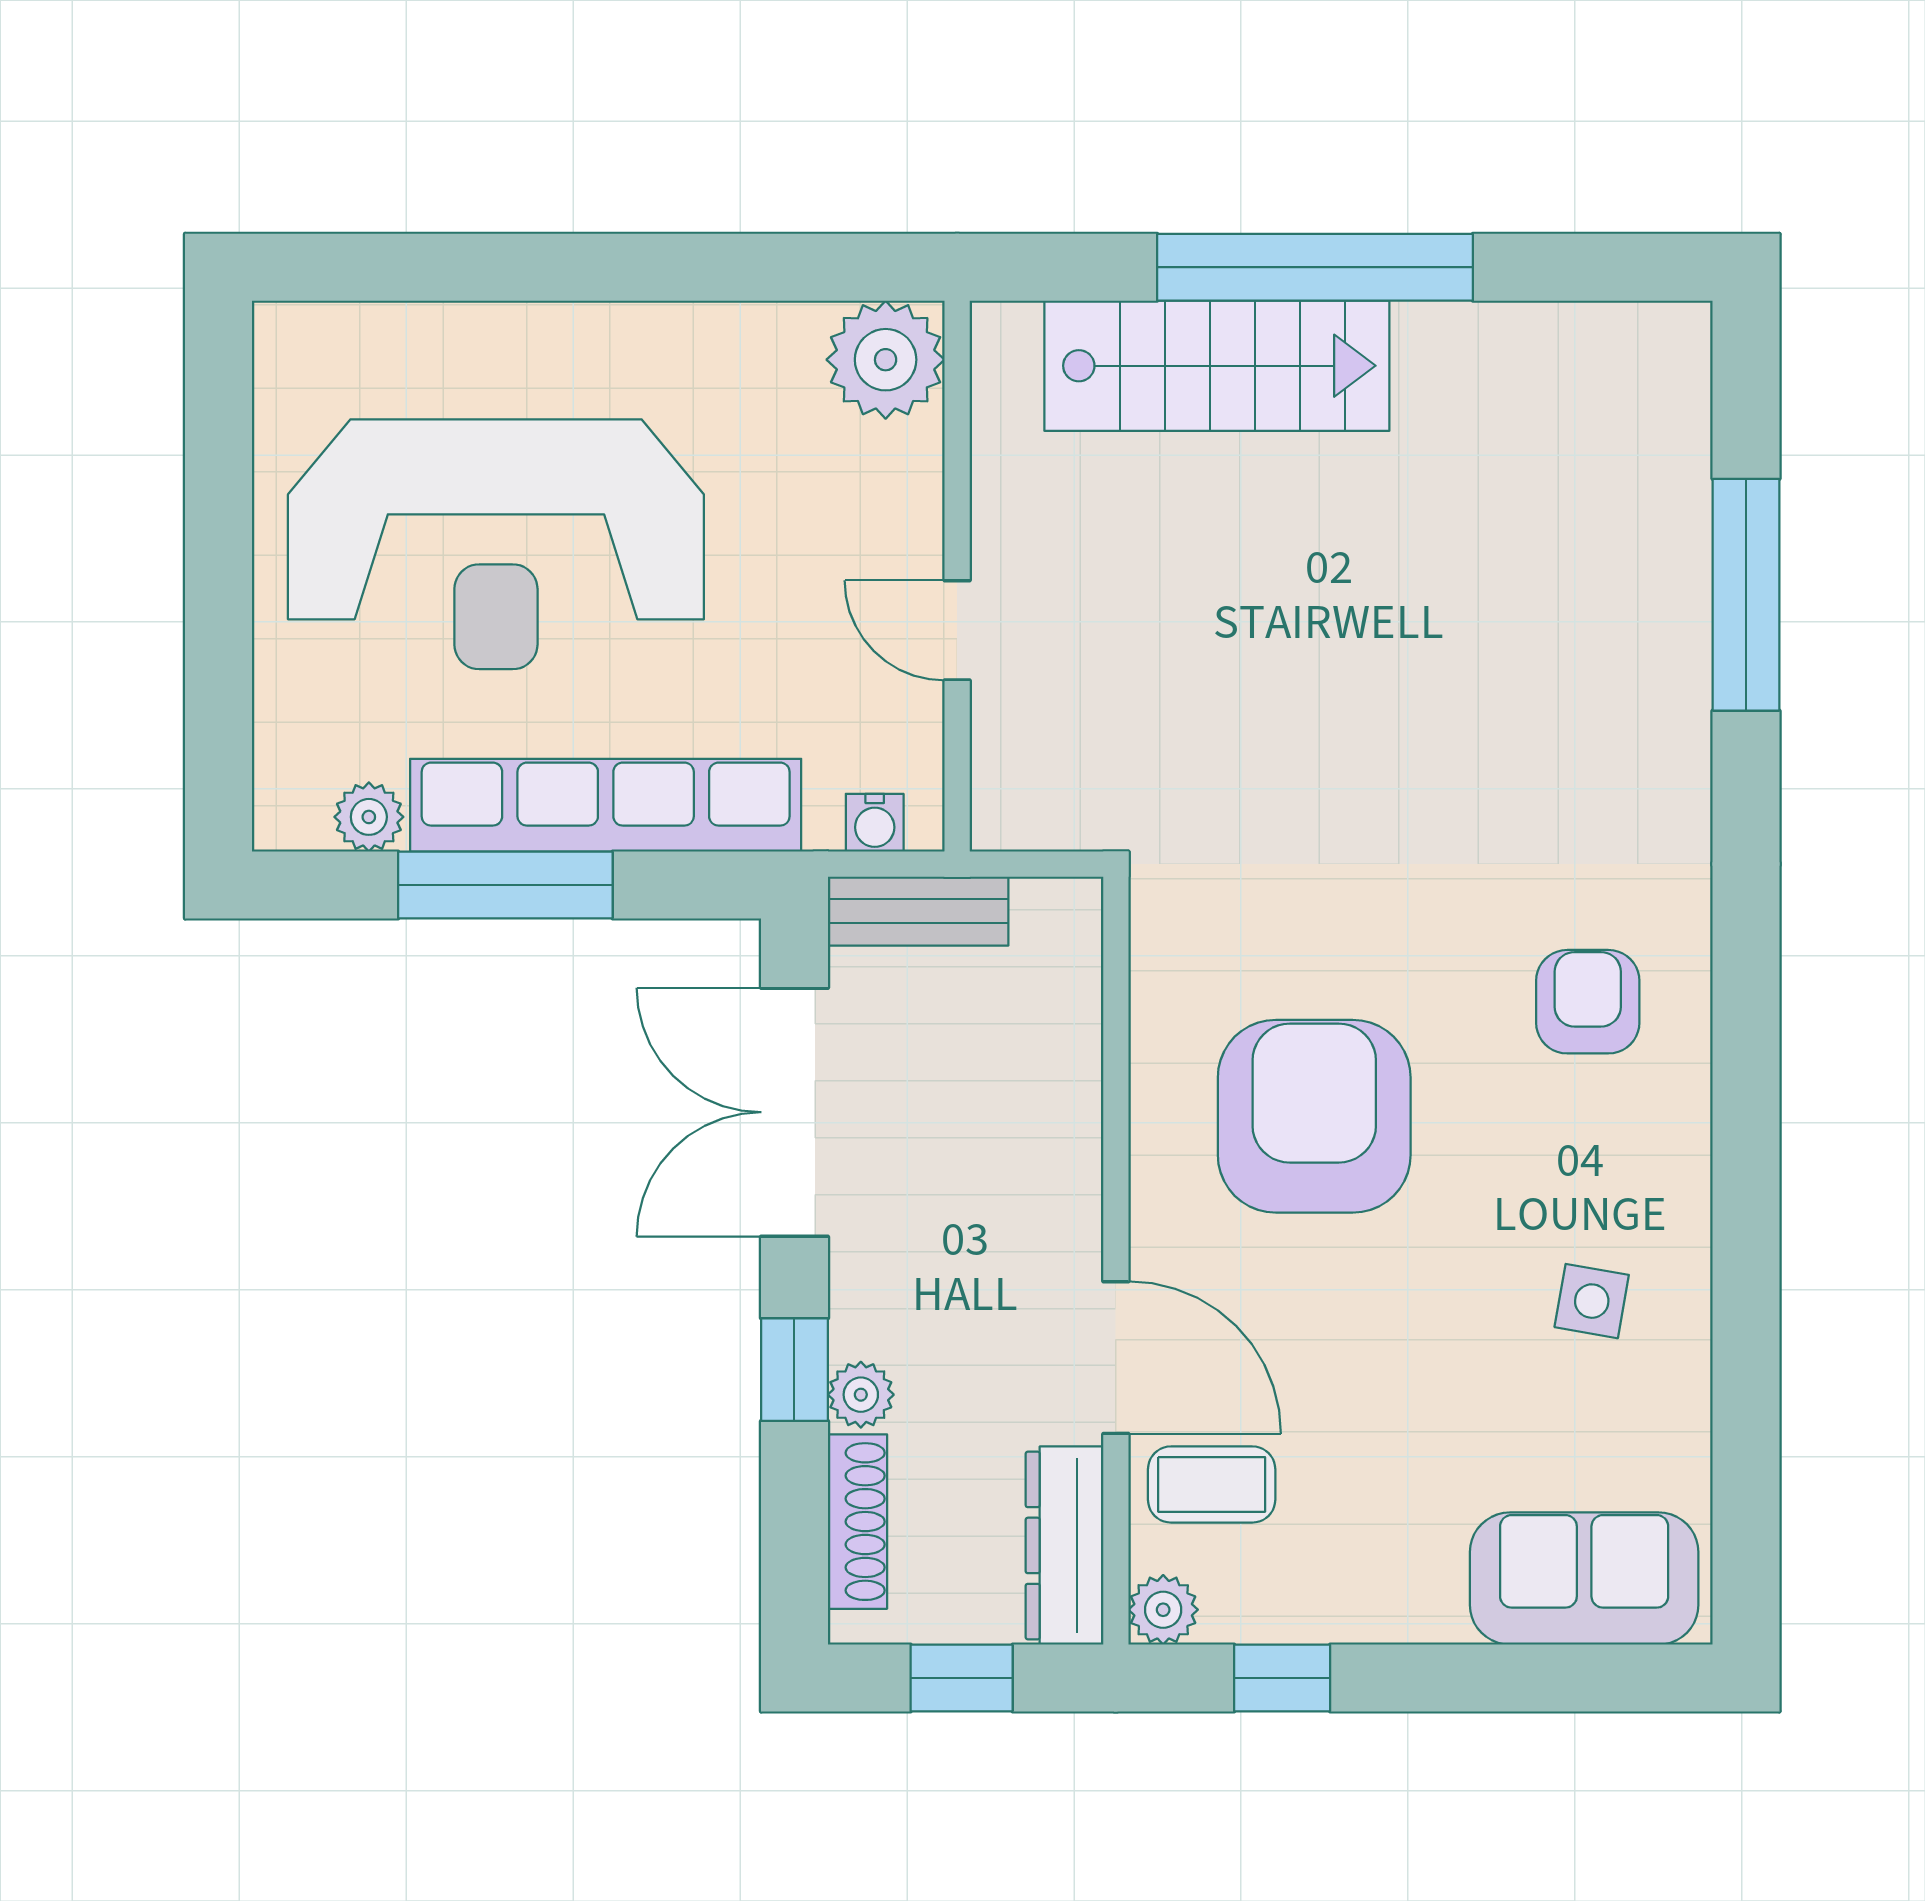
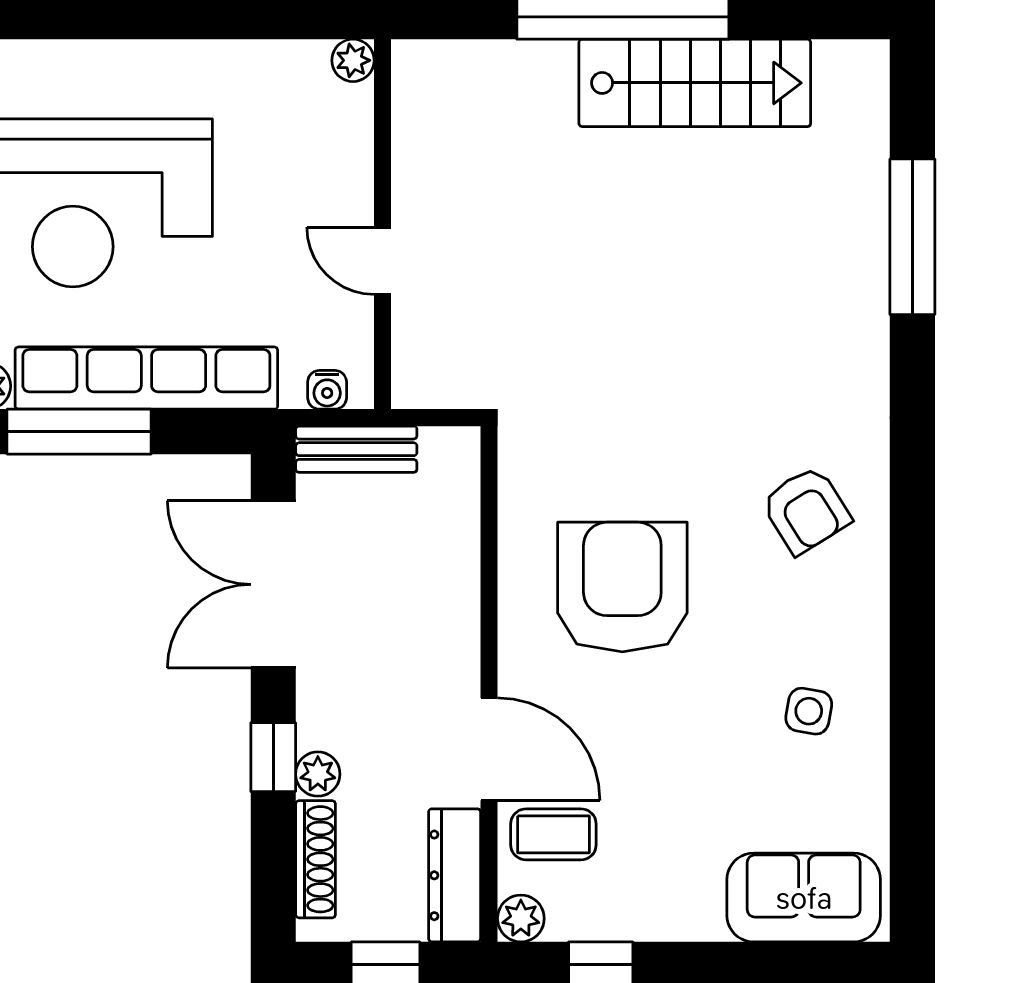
plant: (886, 360) -> (353, 60), width x0.53, depth x0.53
stairs: (1217, 366) -> (695, 83), moved
armchair: (1588, 1002) -> (806, 510), turned 148

